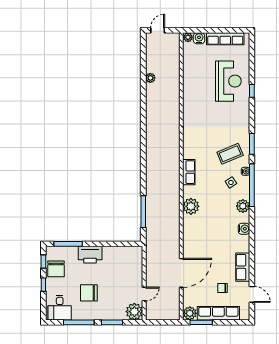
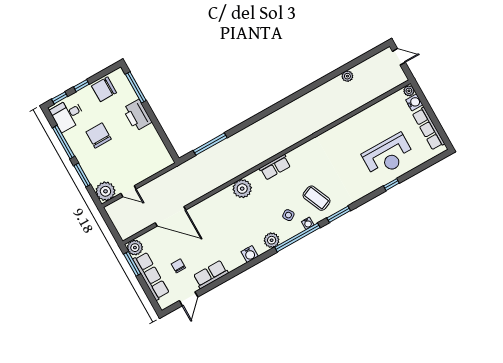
window: (43, 261) -> (60, 98), moved

